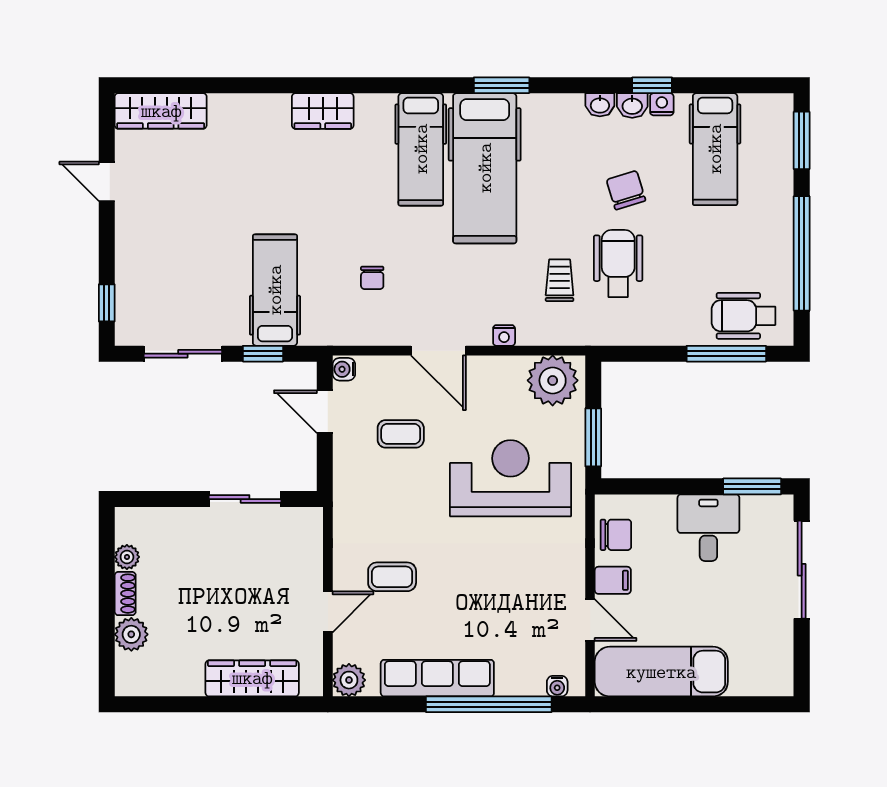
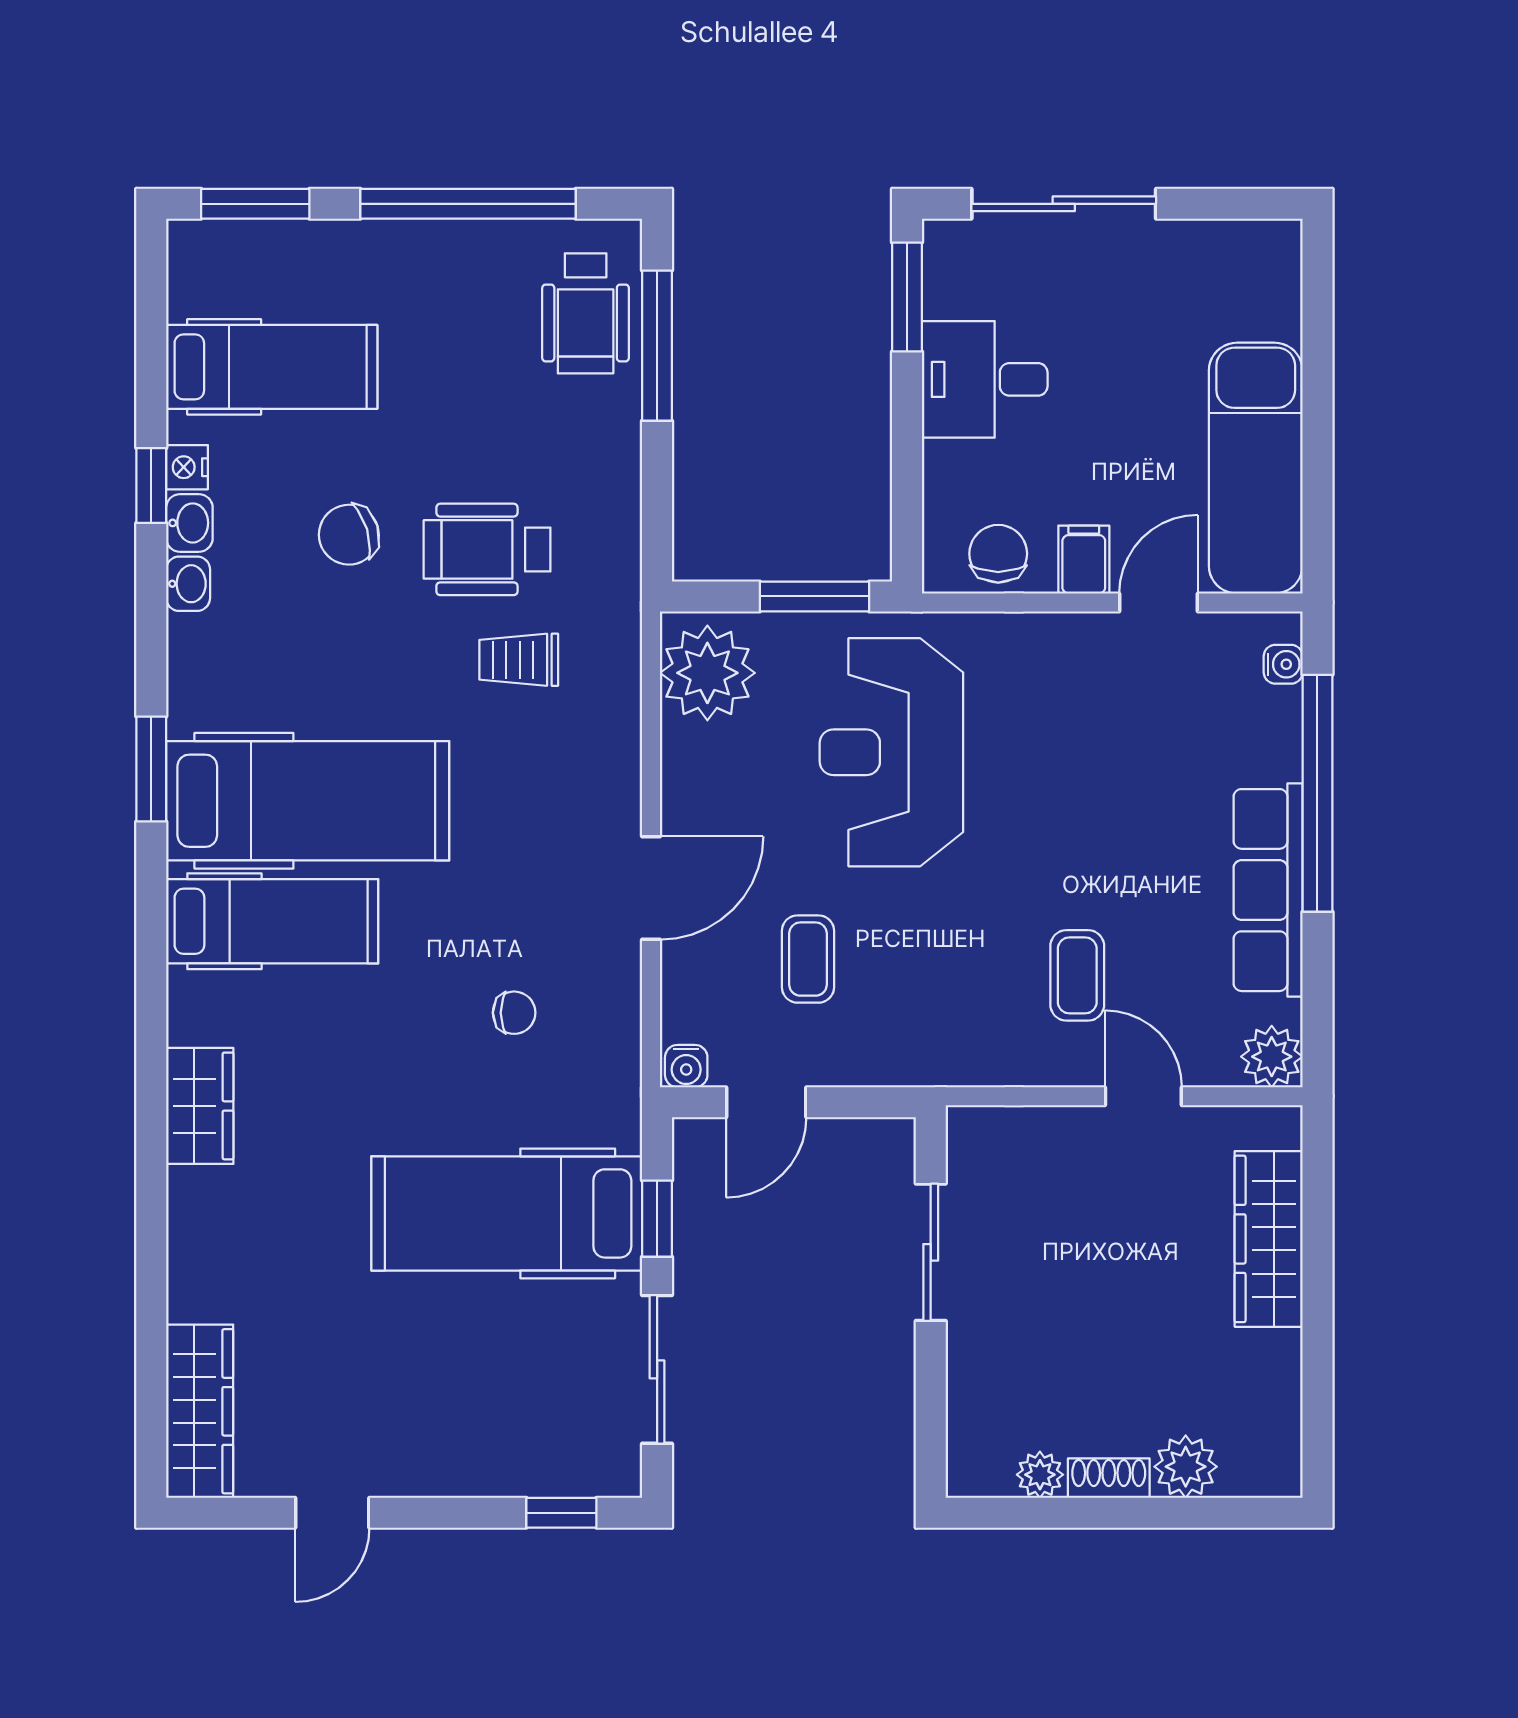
hospital bed: (275, 290) -> (507, 1213), width x1.37, depth x1.29
nightstand: (504, 335) -> (623, 764), removed

